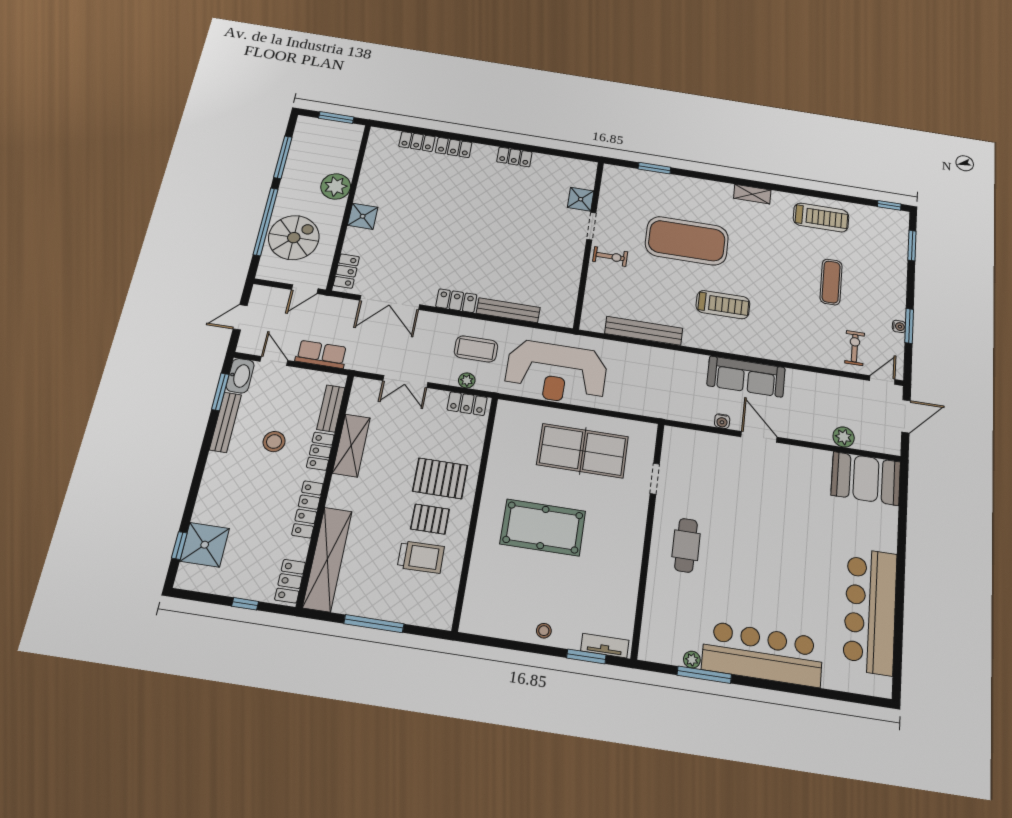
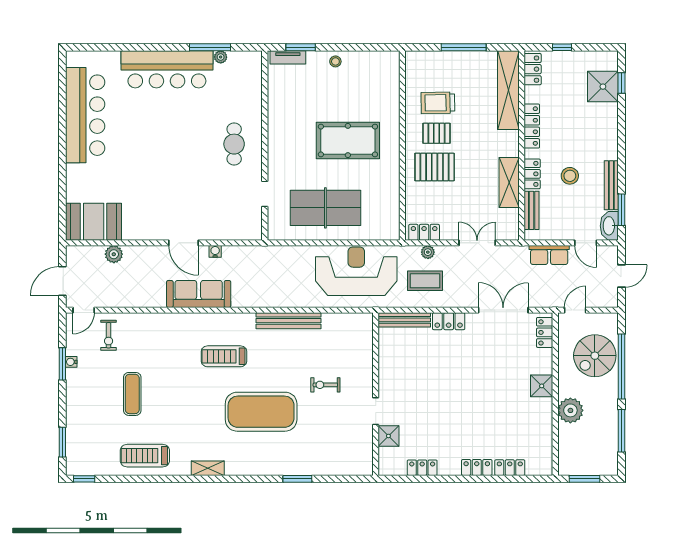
shower: (581, 199) -> (388, 436), moved
doorway: (591, 226) -> (376, 411), moved
wall: (589, 244) -> (376, 394), moved

